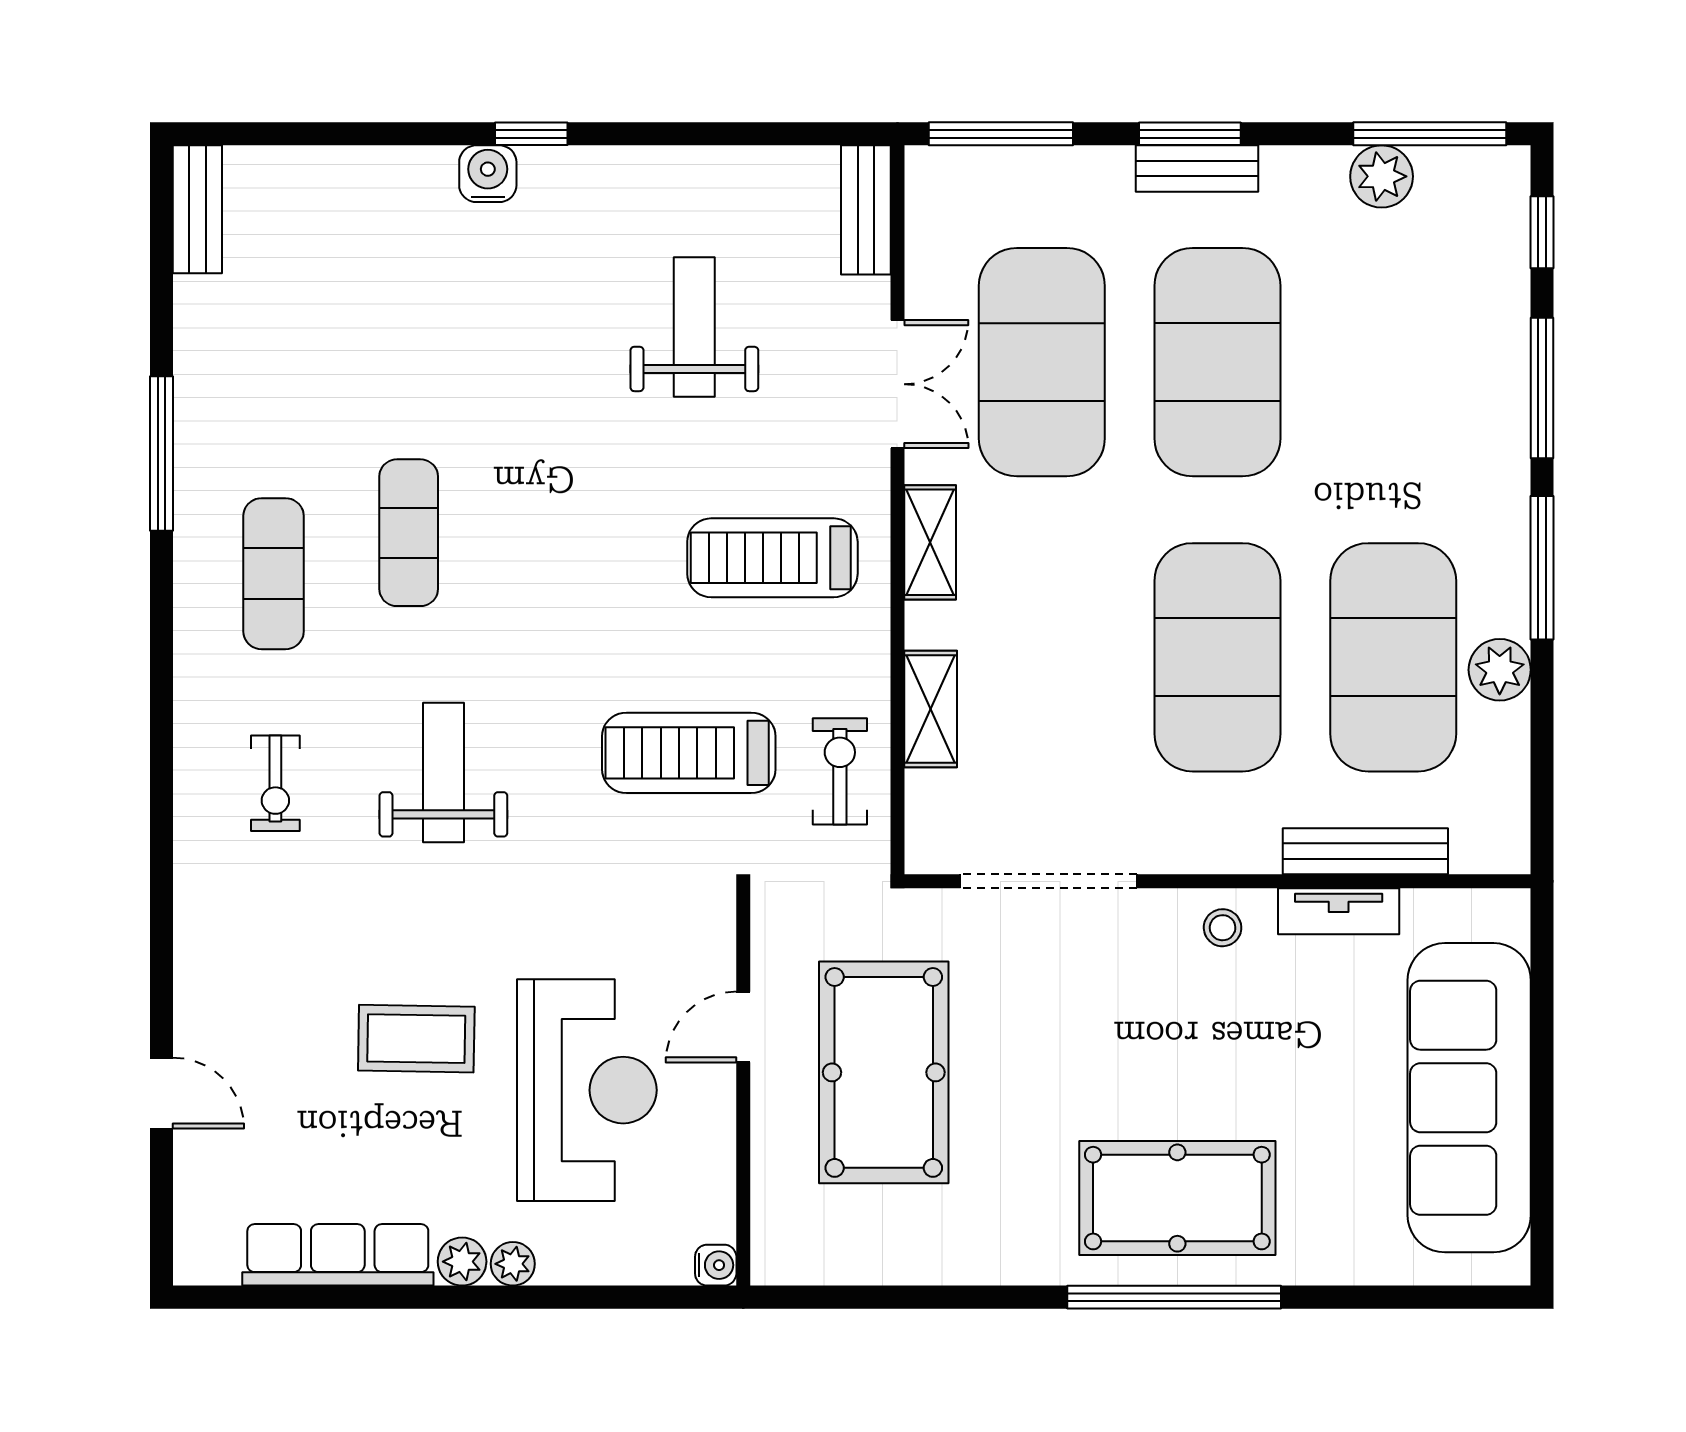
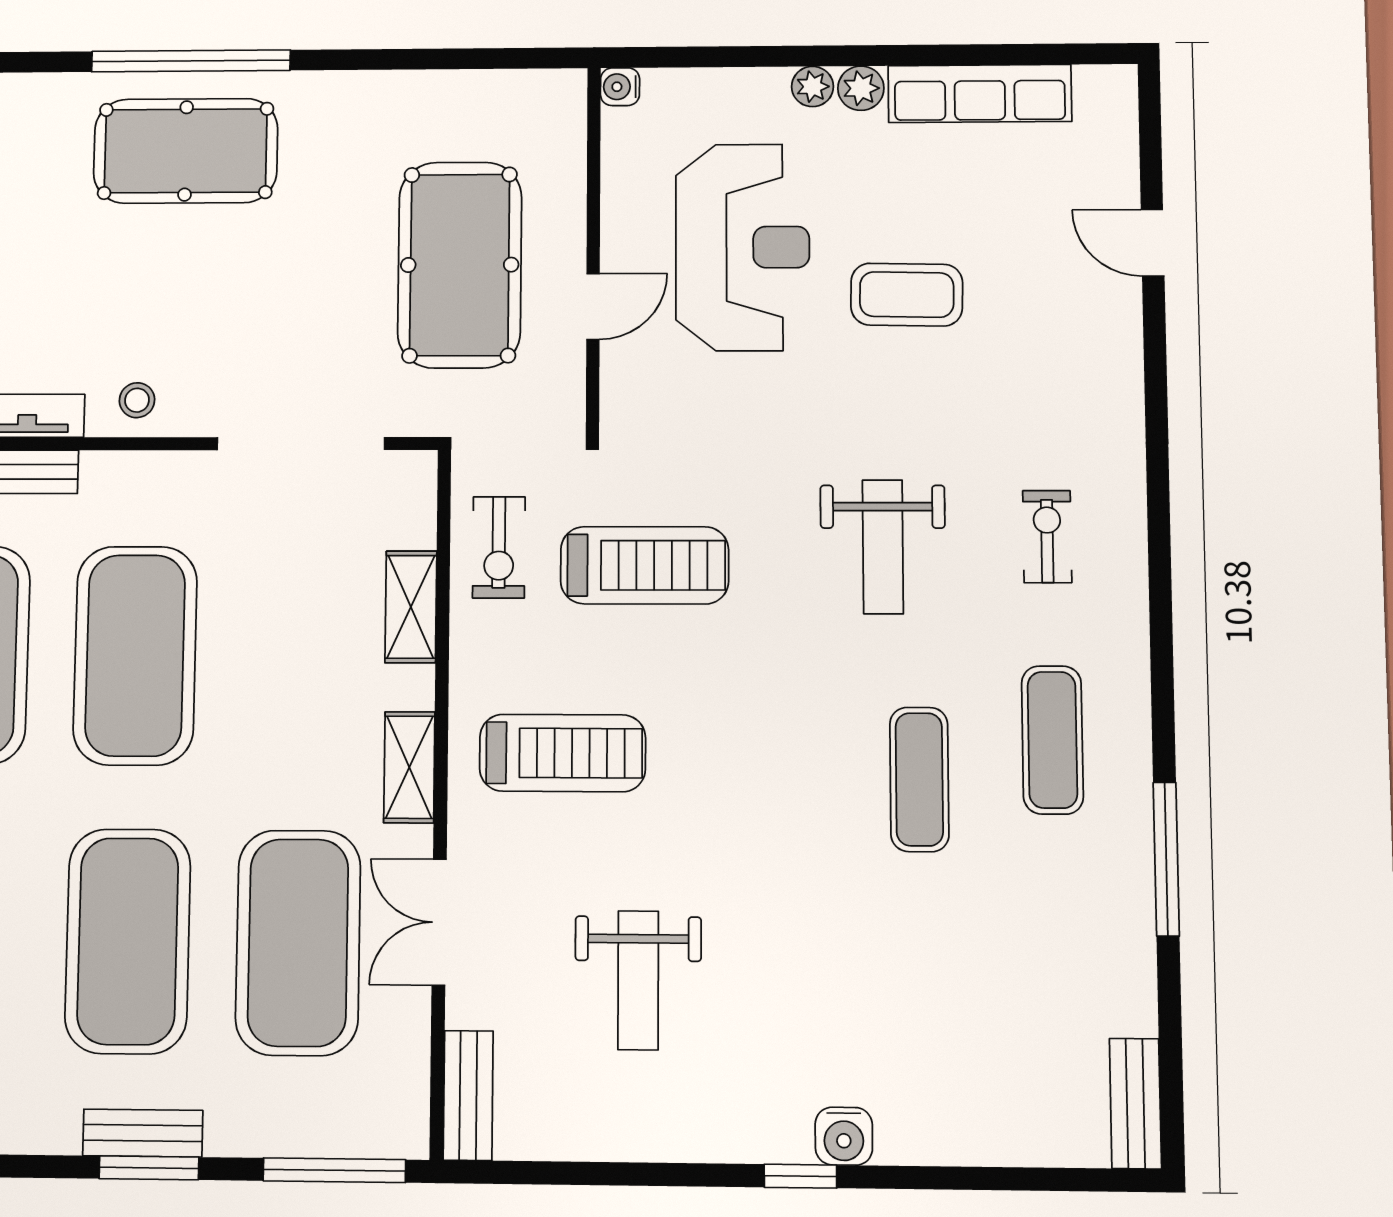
reception desk: (587, 1090) -> (743, 247), turned 180

